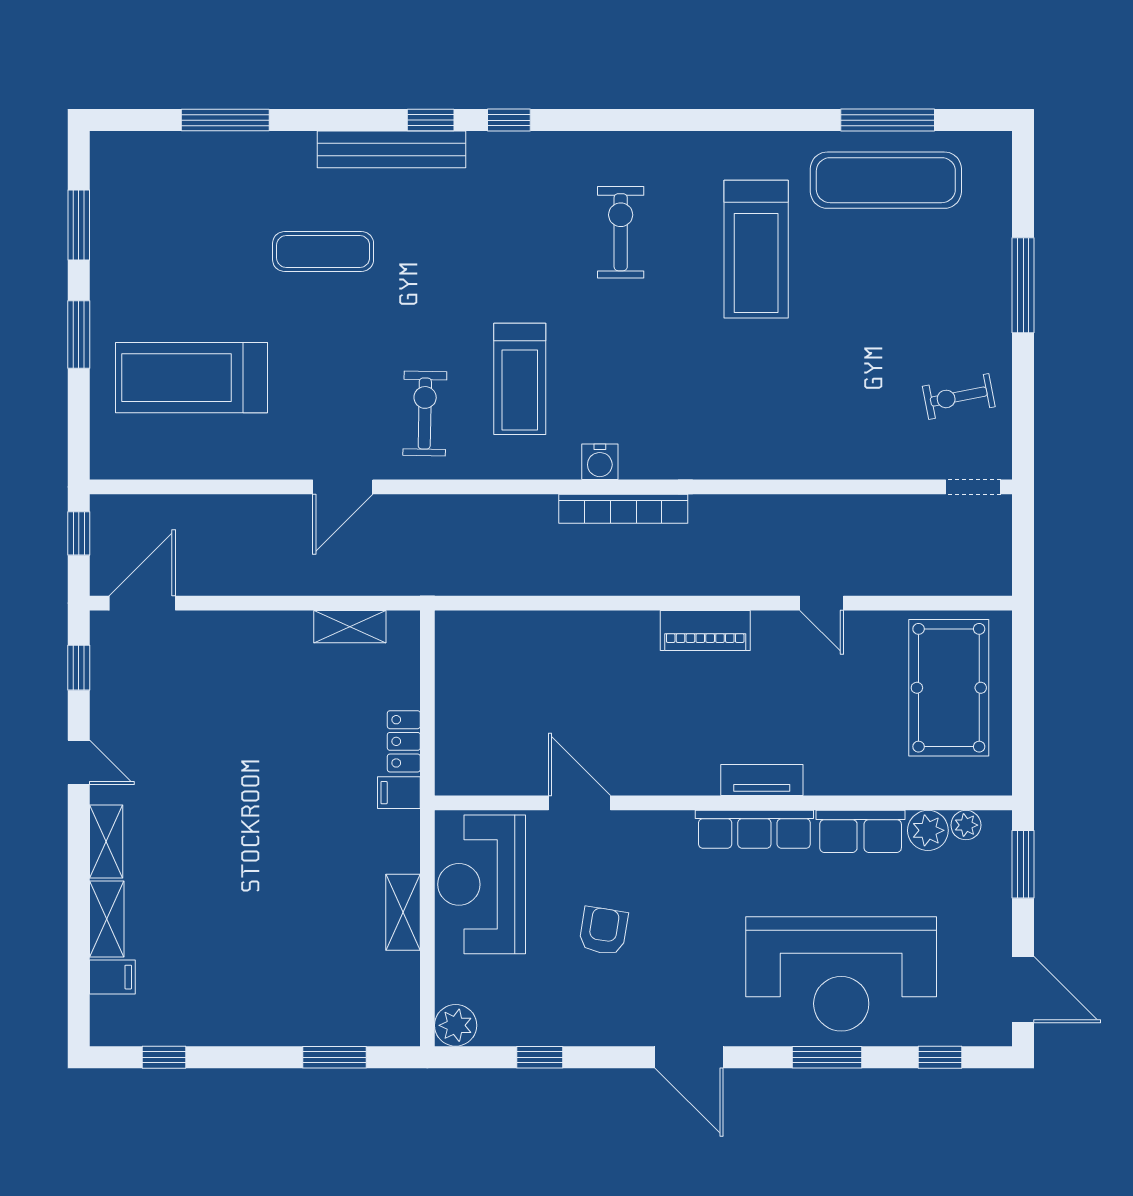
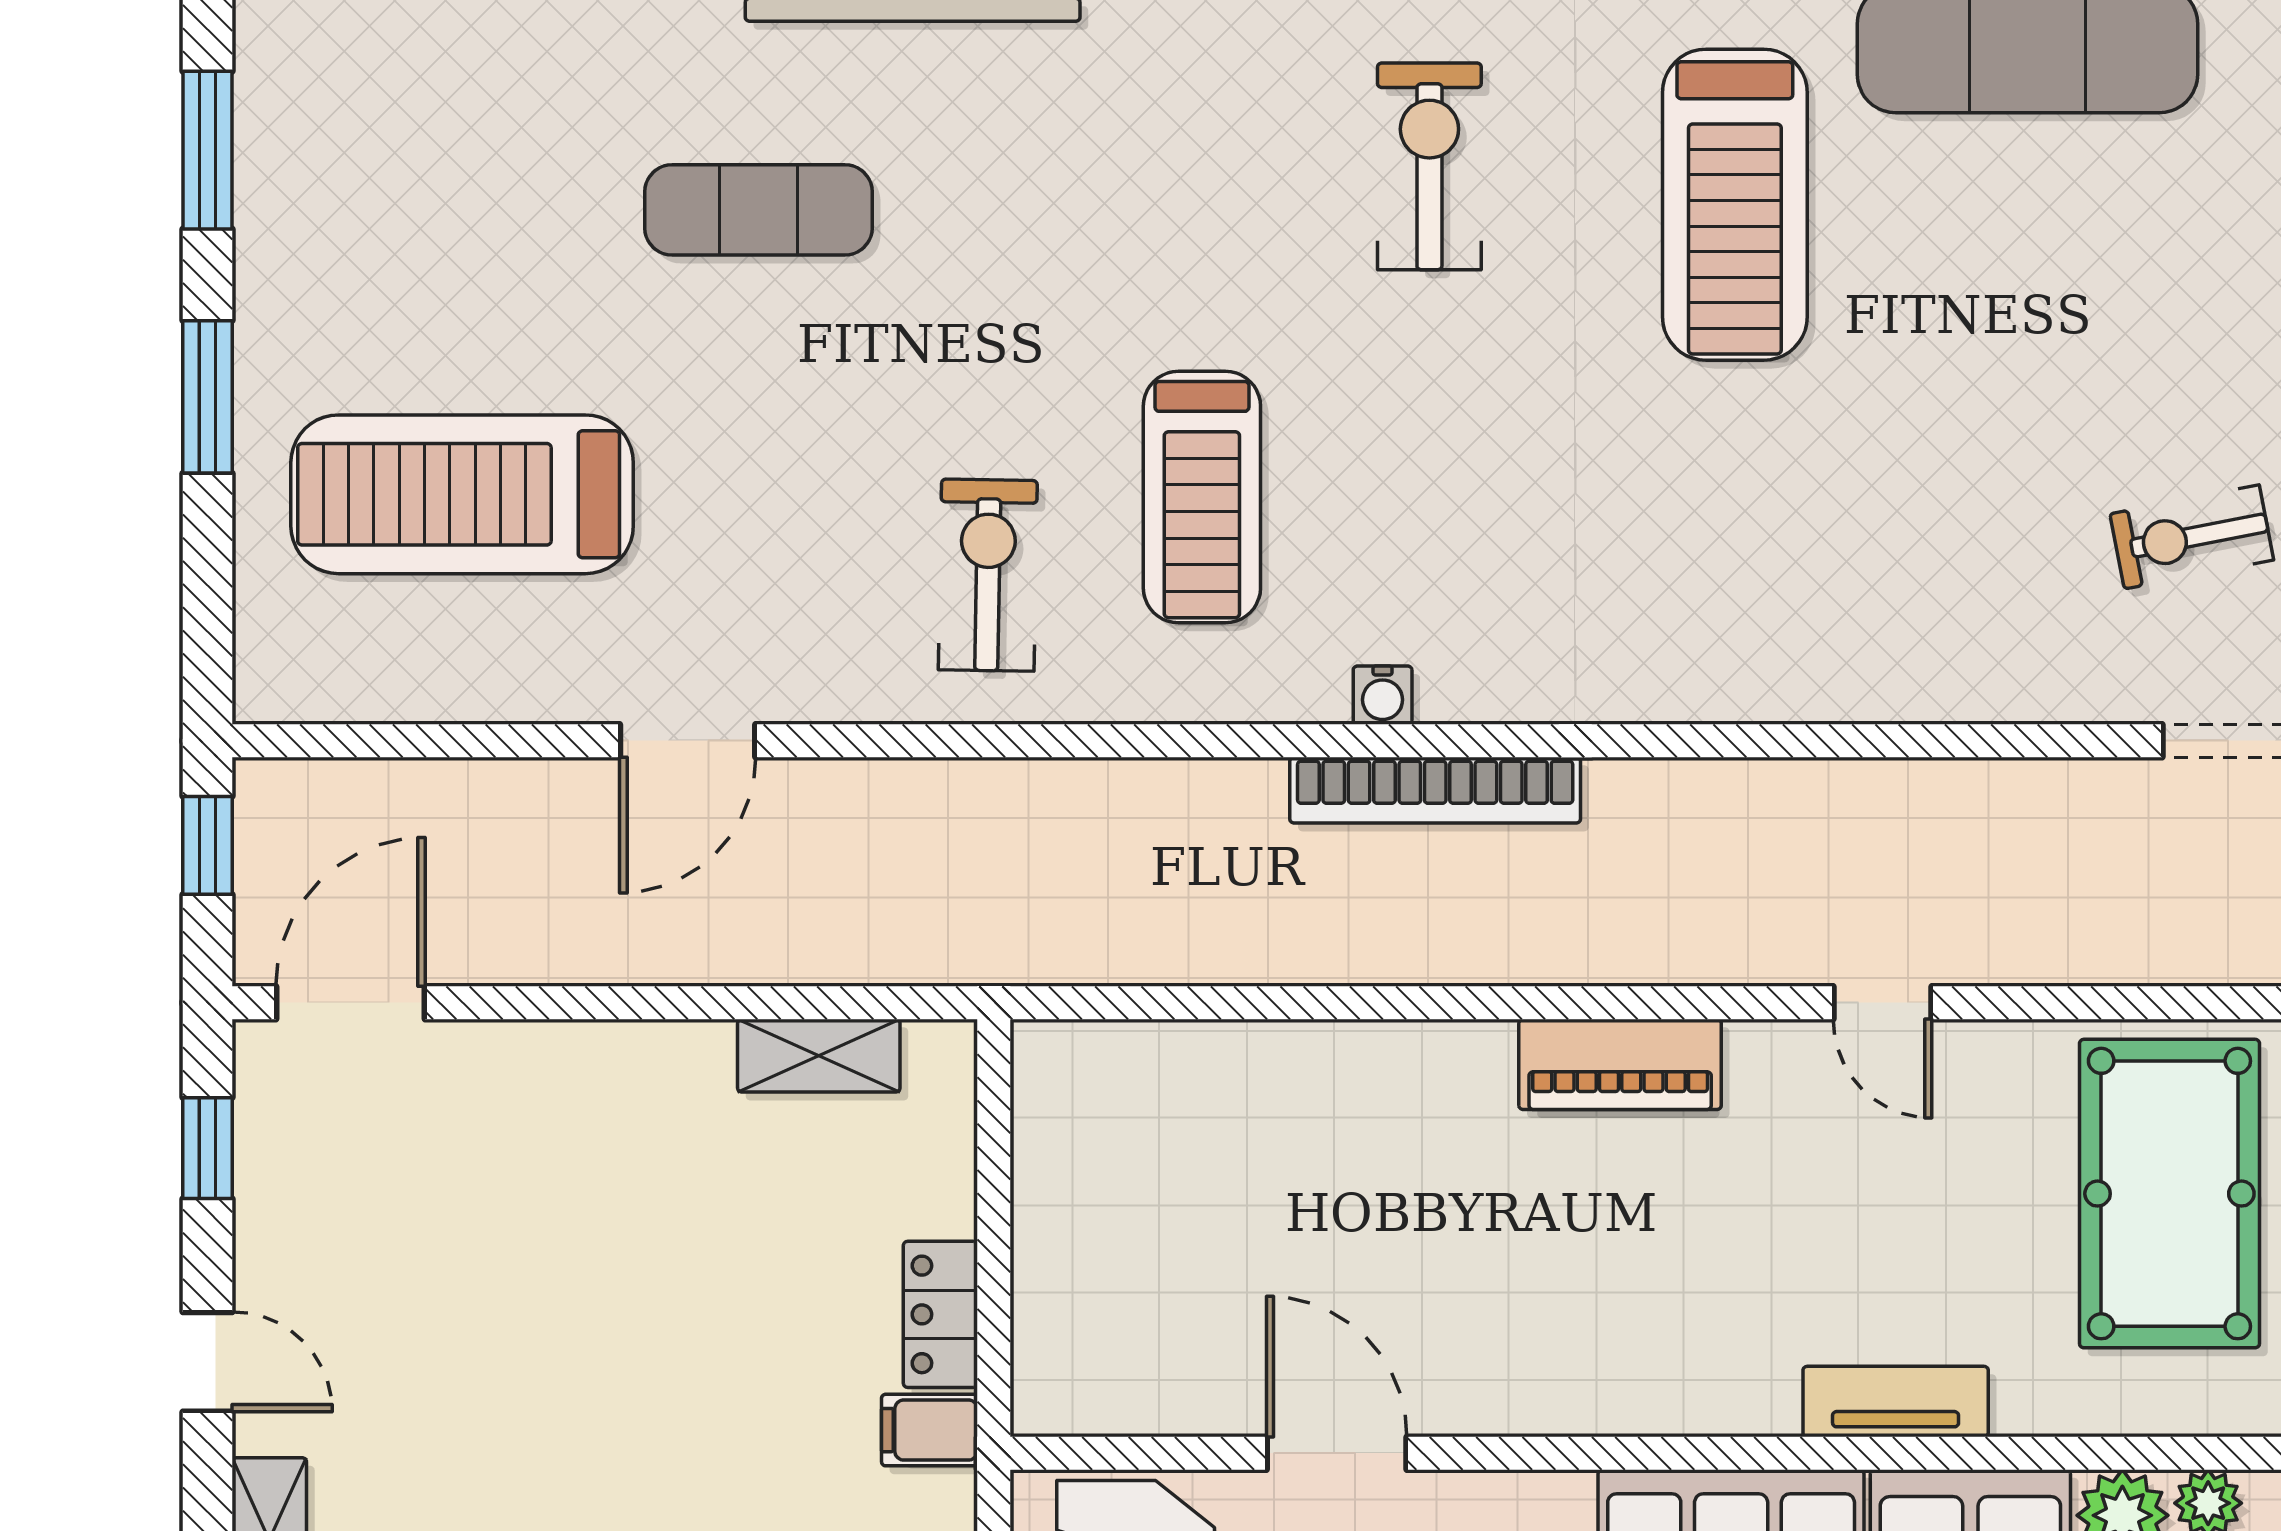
water cooler: (600, 462) -> (1383, 695), width x0.72, depth x0.72
door: (343, 487) -> (688, 741), moved
tv unit: (762, 780) -> (1896, 1402), moved

